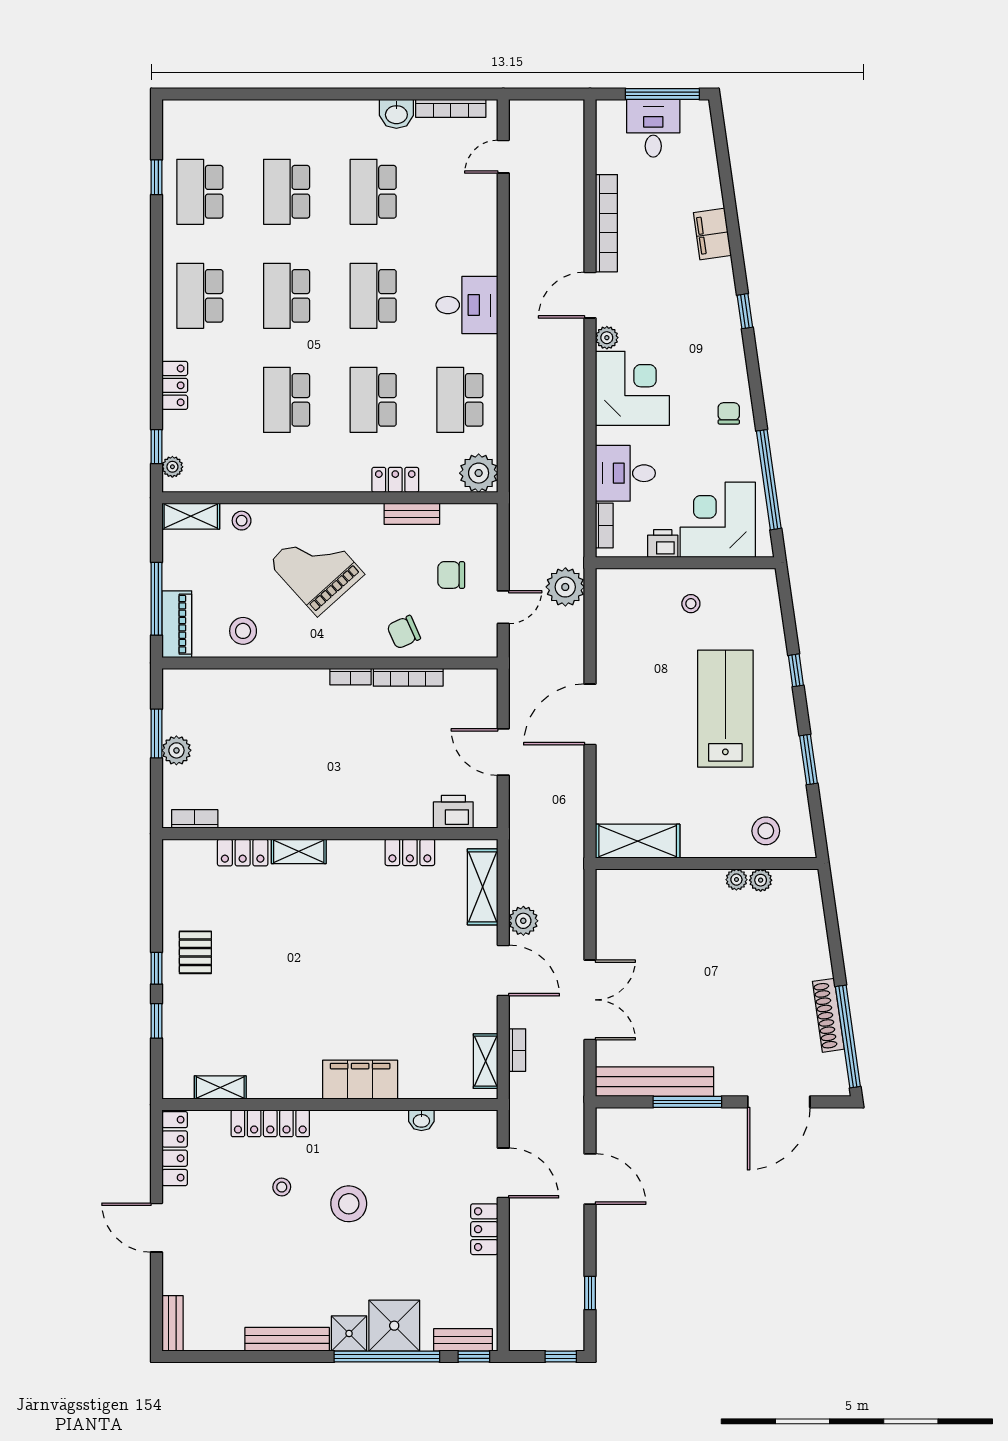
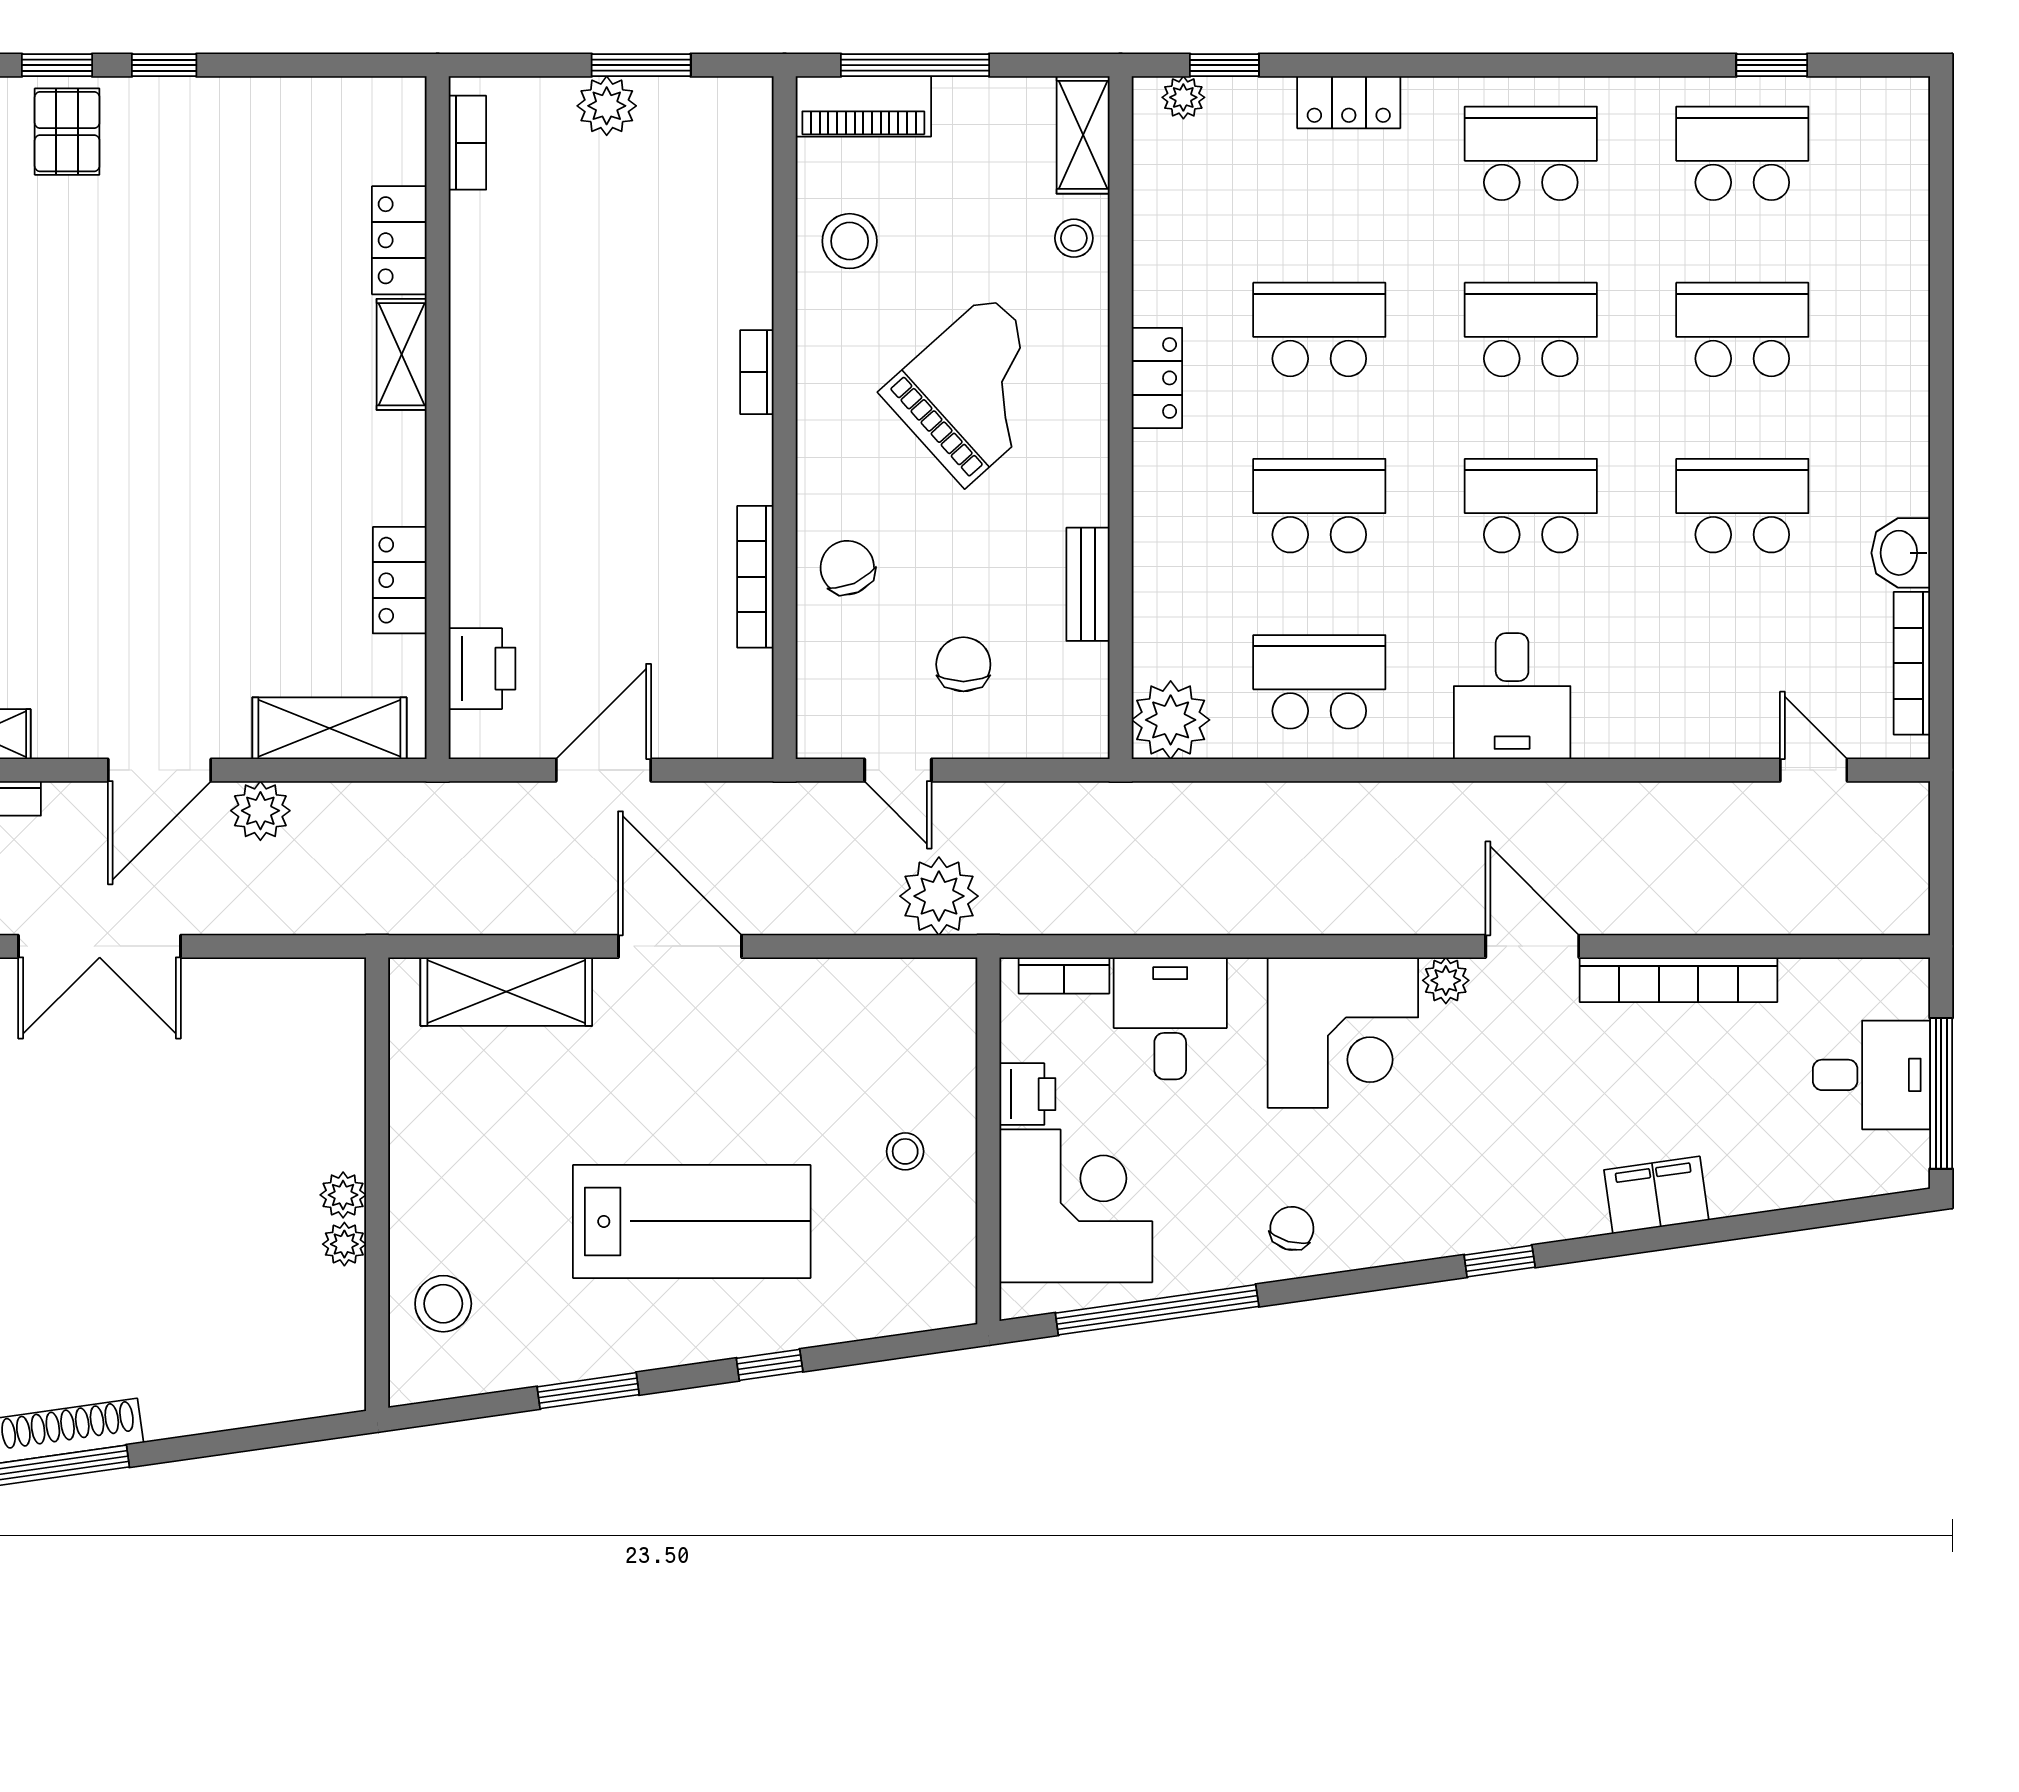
chair: (729, 413) -> (1292, 1228), turned -74
locker: (395, 480) -> (1157, 378), moved
bookcase: (350, 677) -> (757, 372), moved
shelving: (638, 841) -> (506, 992), moved, turned 90
plant: (761, 880) -> (343, 1195), moved
pallet: (195, 952) -> (67, 132), moved, turned 90

